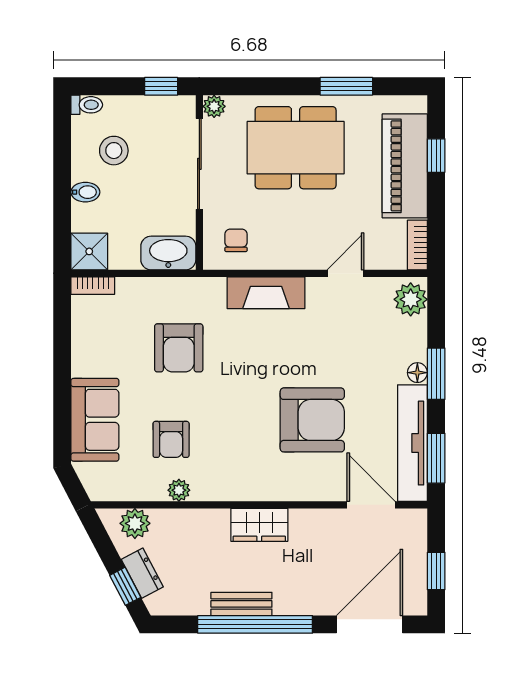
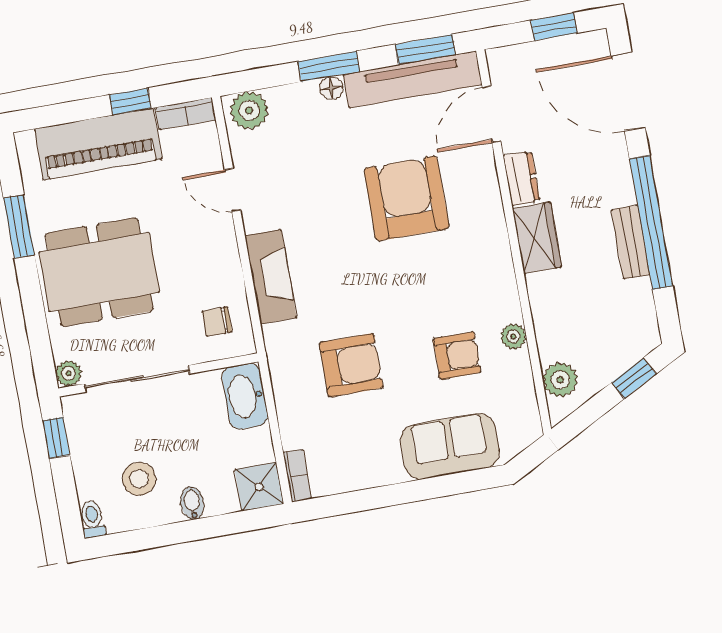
dining table: (296, 148) -> (99, 272), turned 90
window: (436, 156) -> (130, 101), moved
dresser: (142, 573) -> (521, 178), moved, turned 118

